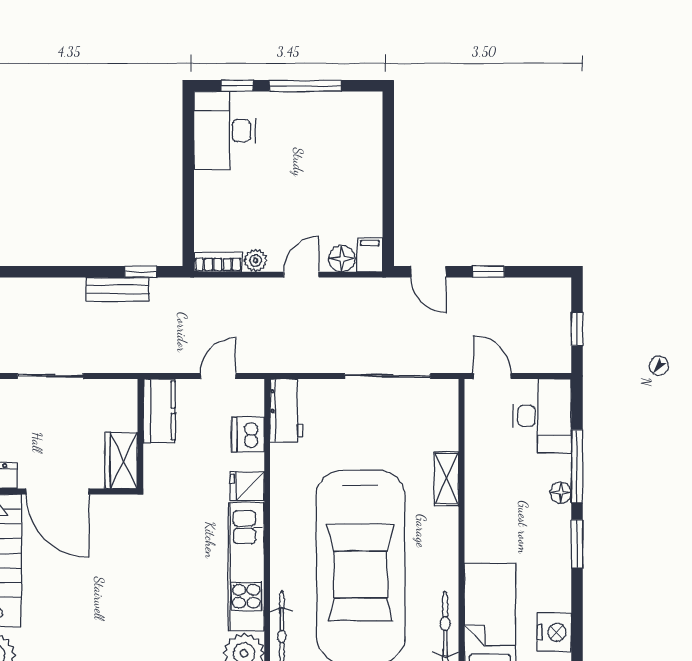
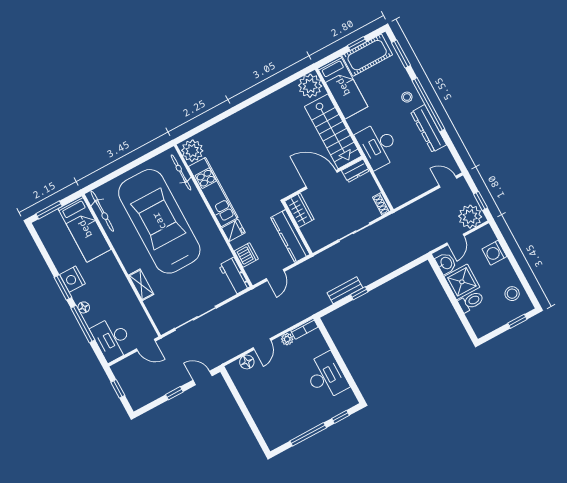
desk: (225, 131) -> (326, 376), moved
filing cabinet: (370, 255) -> (235, 371), removed
window: (141, 272) -> (359, 293), moved
kitchen counter: (159, 411) -> (290, 236), width x1.50
nightstand: (554, 632) -> (72, 279), moved

